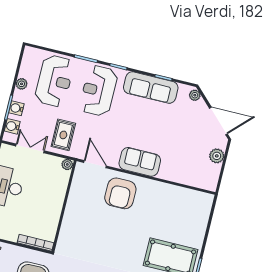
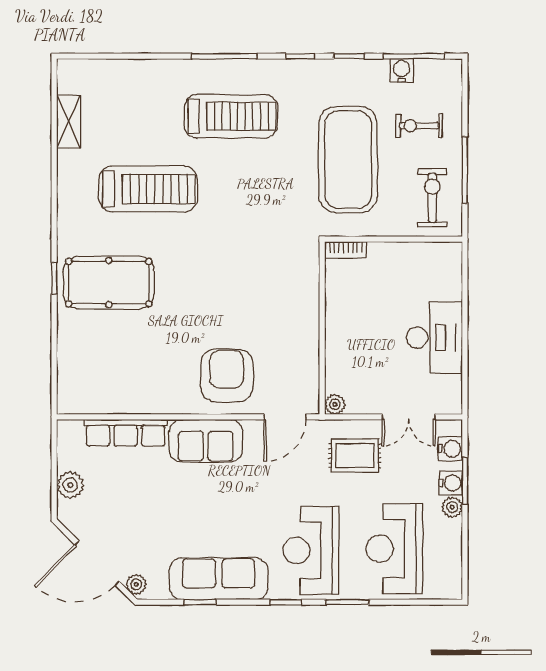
plant: (22, 84) -> (452, 507), moved
reception desk: (99, 91) -> (311, 550), turned 180
door: (218, 121) -> (97, 563), moved
rug: (63, 135) -> (355, 456), turned 90
door: (95, 164) -> (285, 417), hinge flipped
row of seats: (181, 176) -> (126, 433), added
bookcase: (36, 243) -> (346, 250), width x0.64

